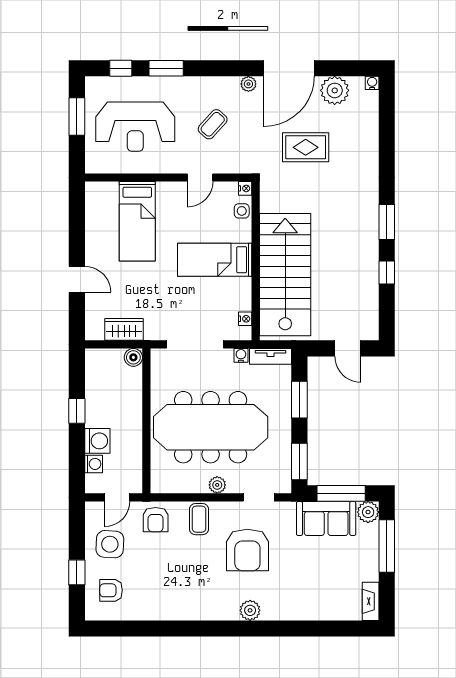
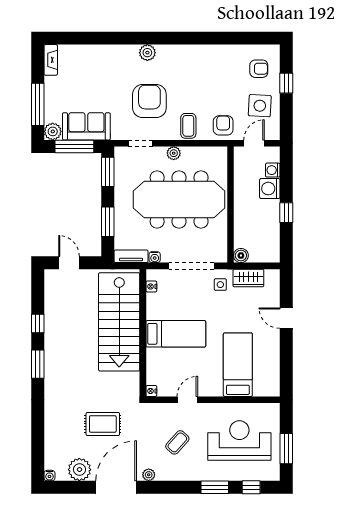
side table: (242, 211) -> (220, 285), moved

